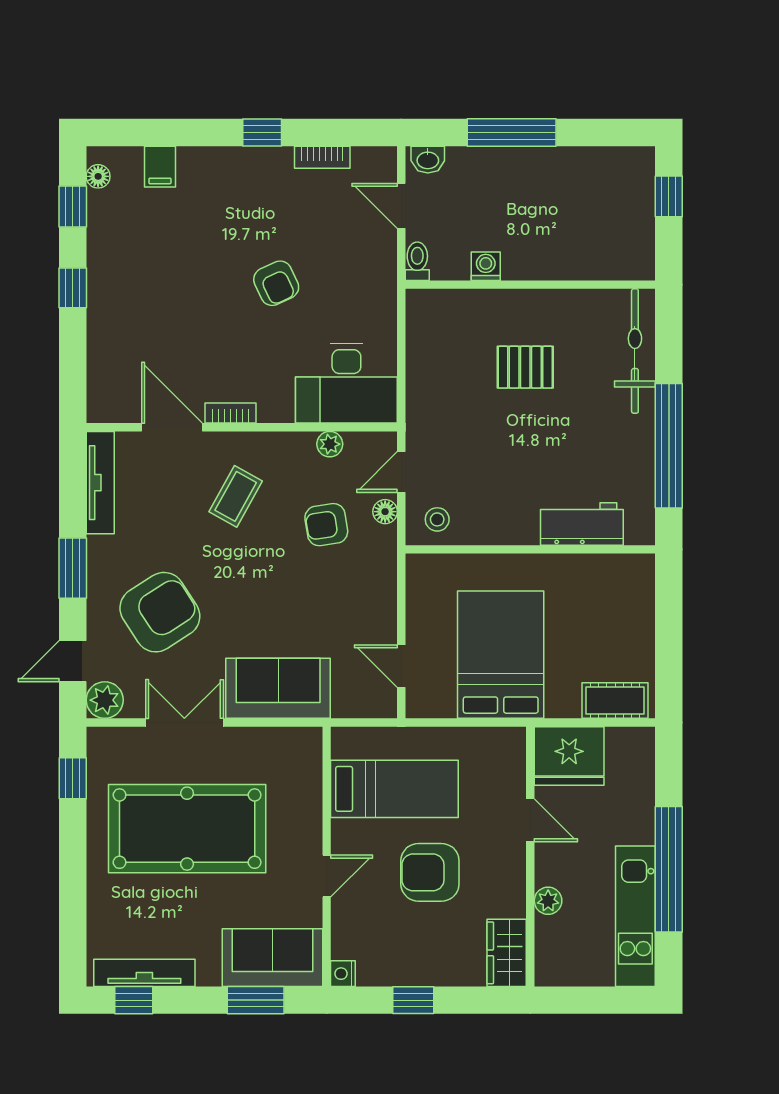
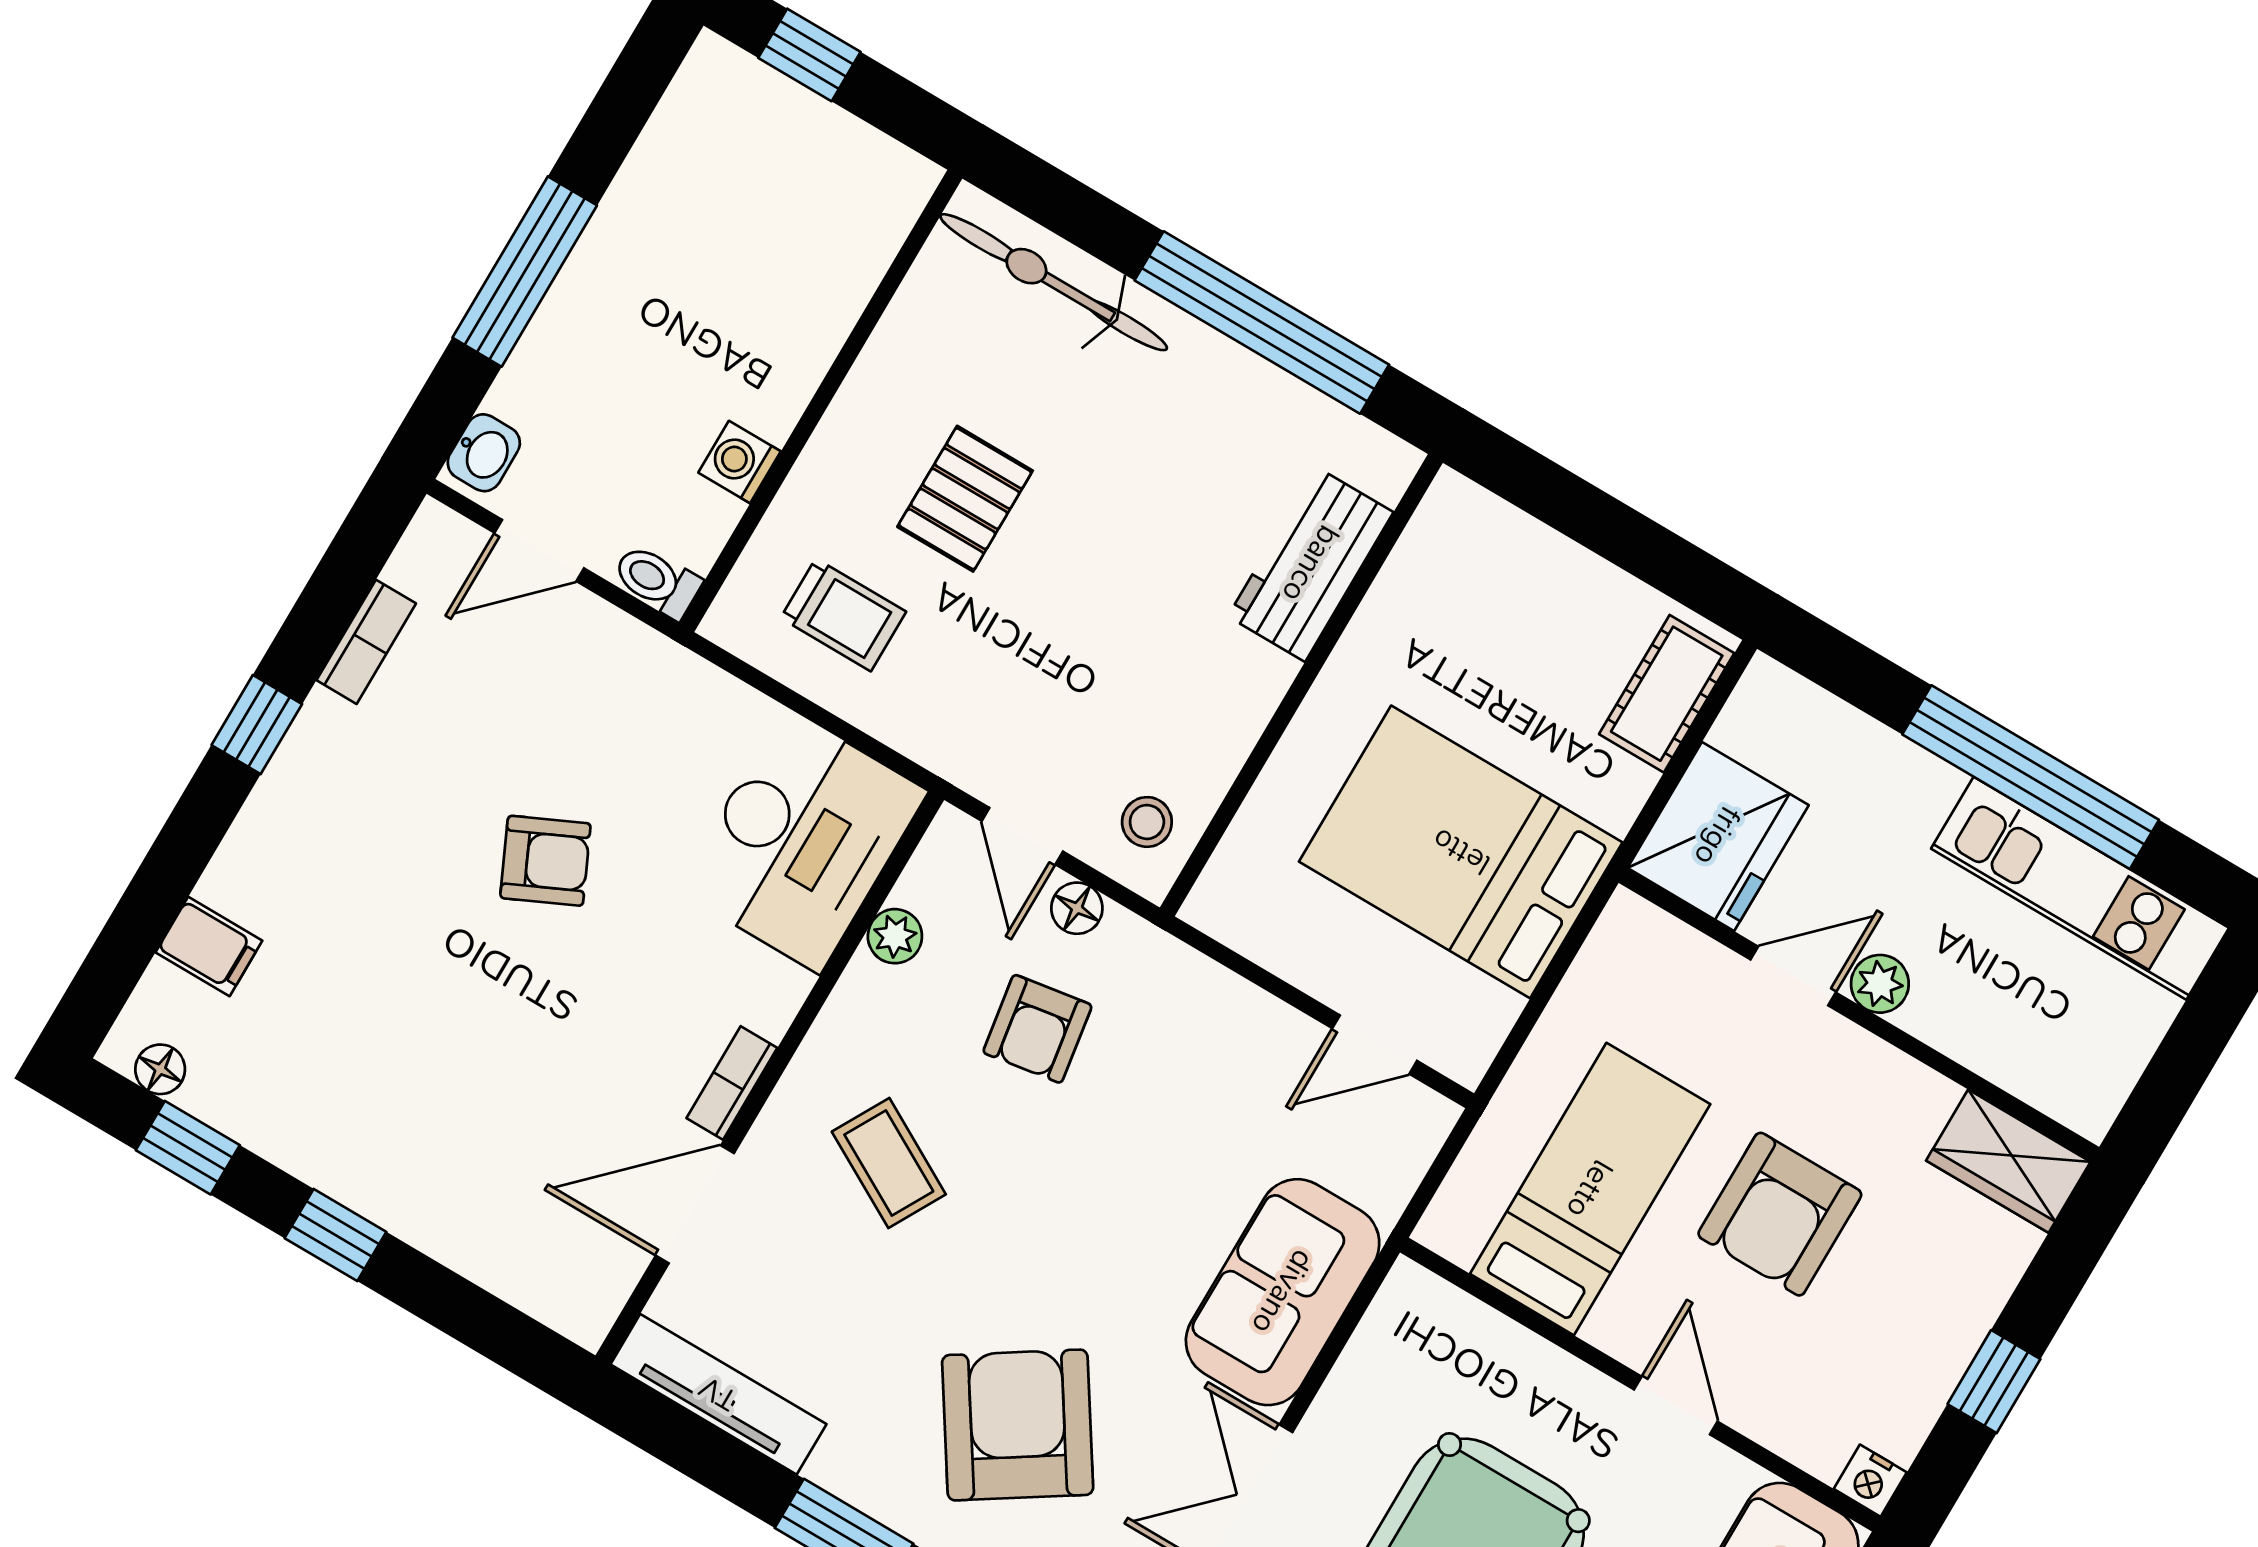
trolley: (448, 345) -> (843, 615), added
plant: (548, 901) -> (1880, 984), moved

